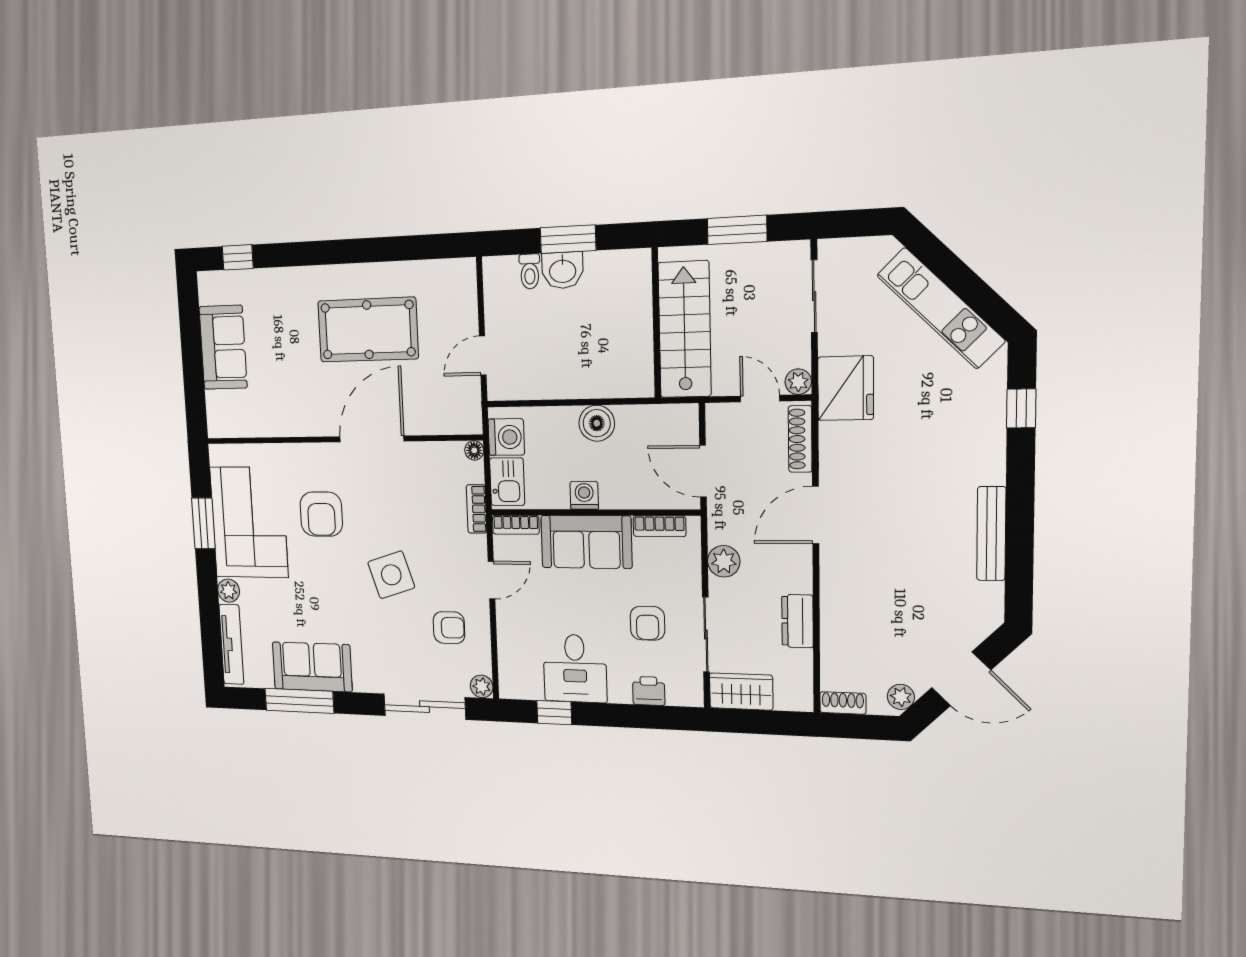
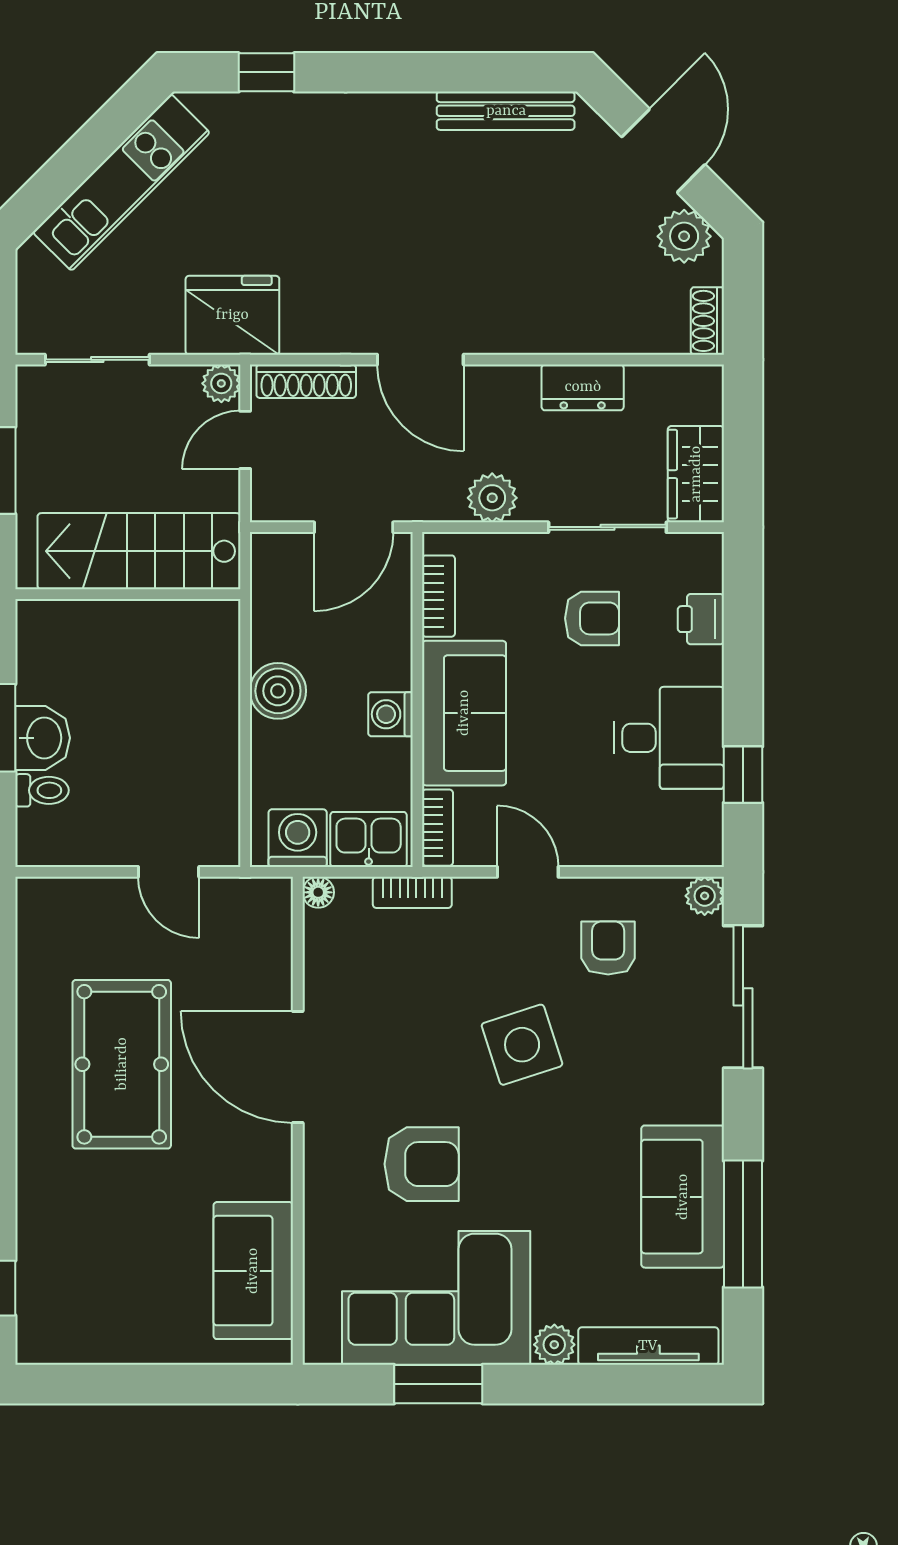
sofa: (223, 347) -> (253, 1271), moved, turned -90
bench: (991, 534) -> (506, 111), moved
plant: (901, 697) -> (684, 236), width x1.38, depth x1.38

